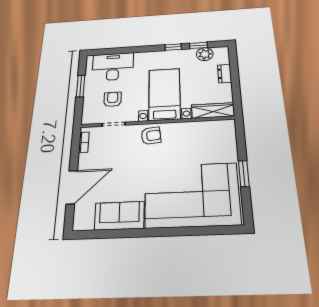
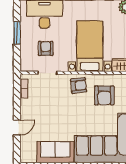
armchair: (183, 145) -> (104, 95), added
door: (72, 187) -> (17, 127), width x0.53

